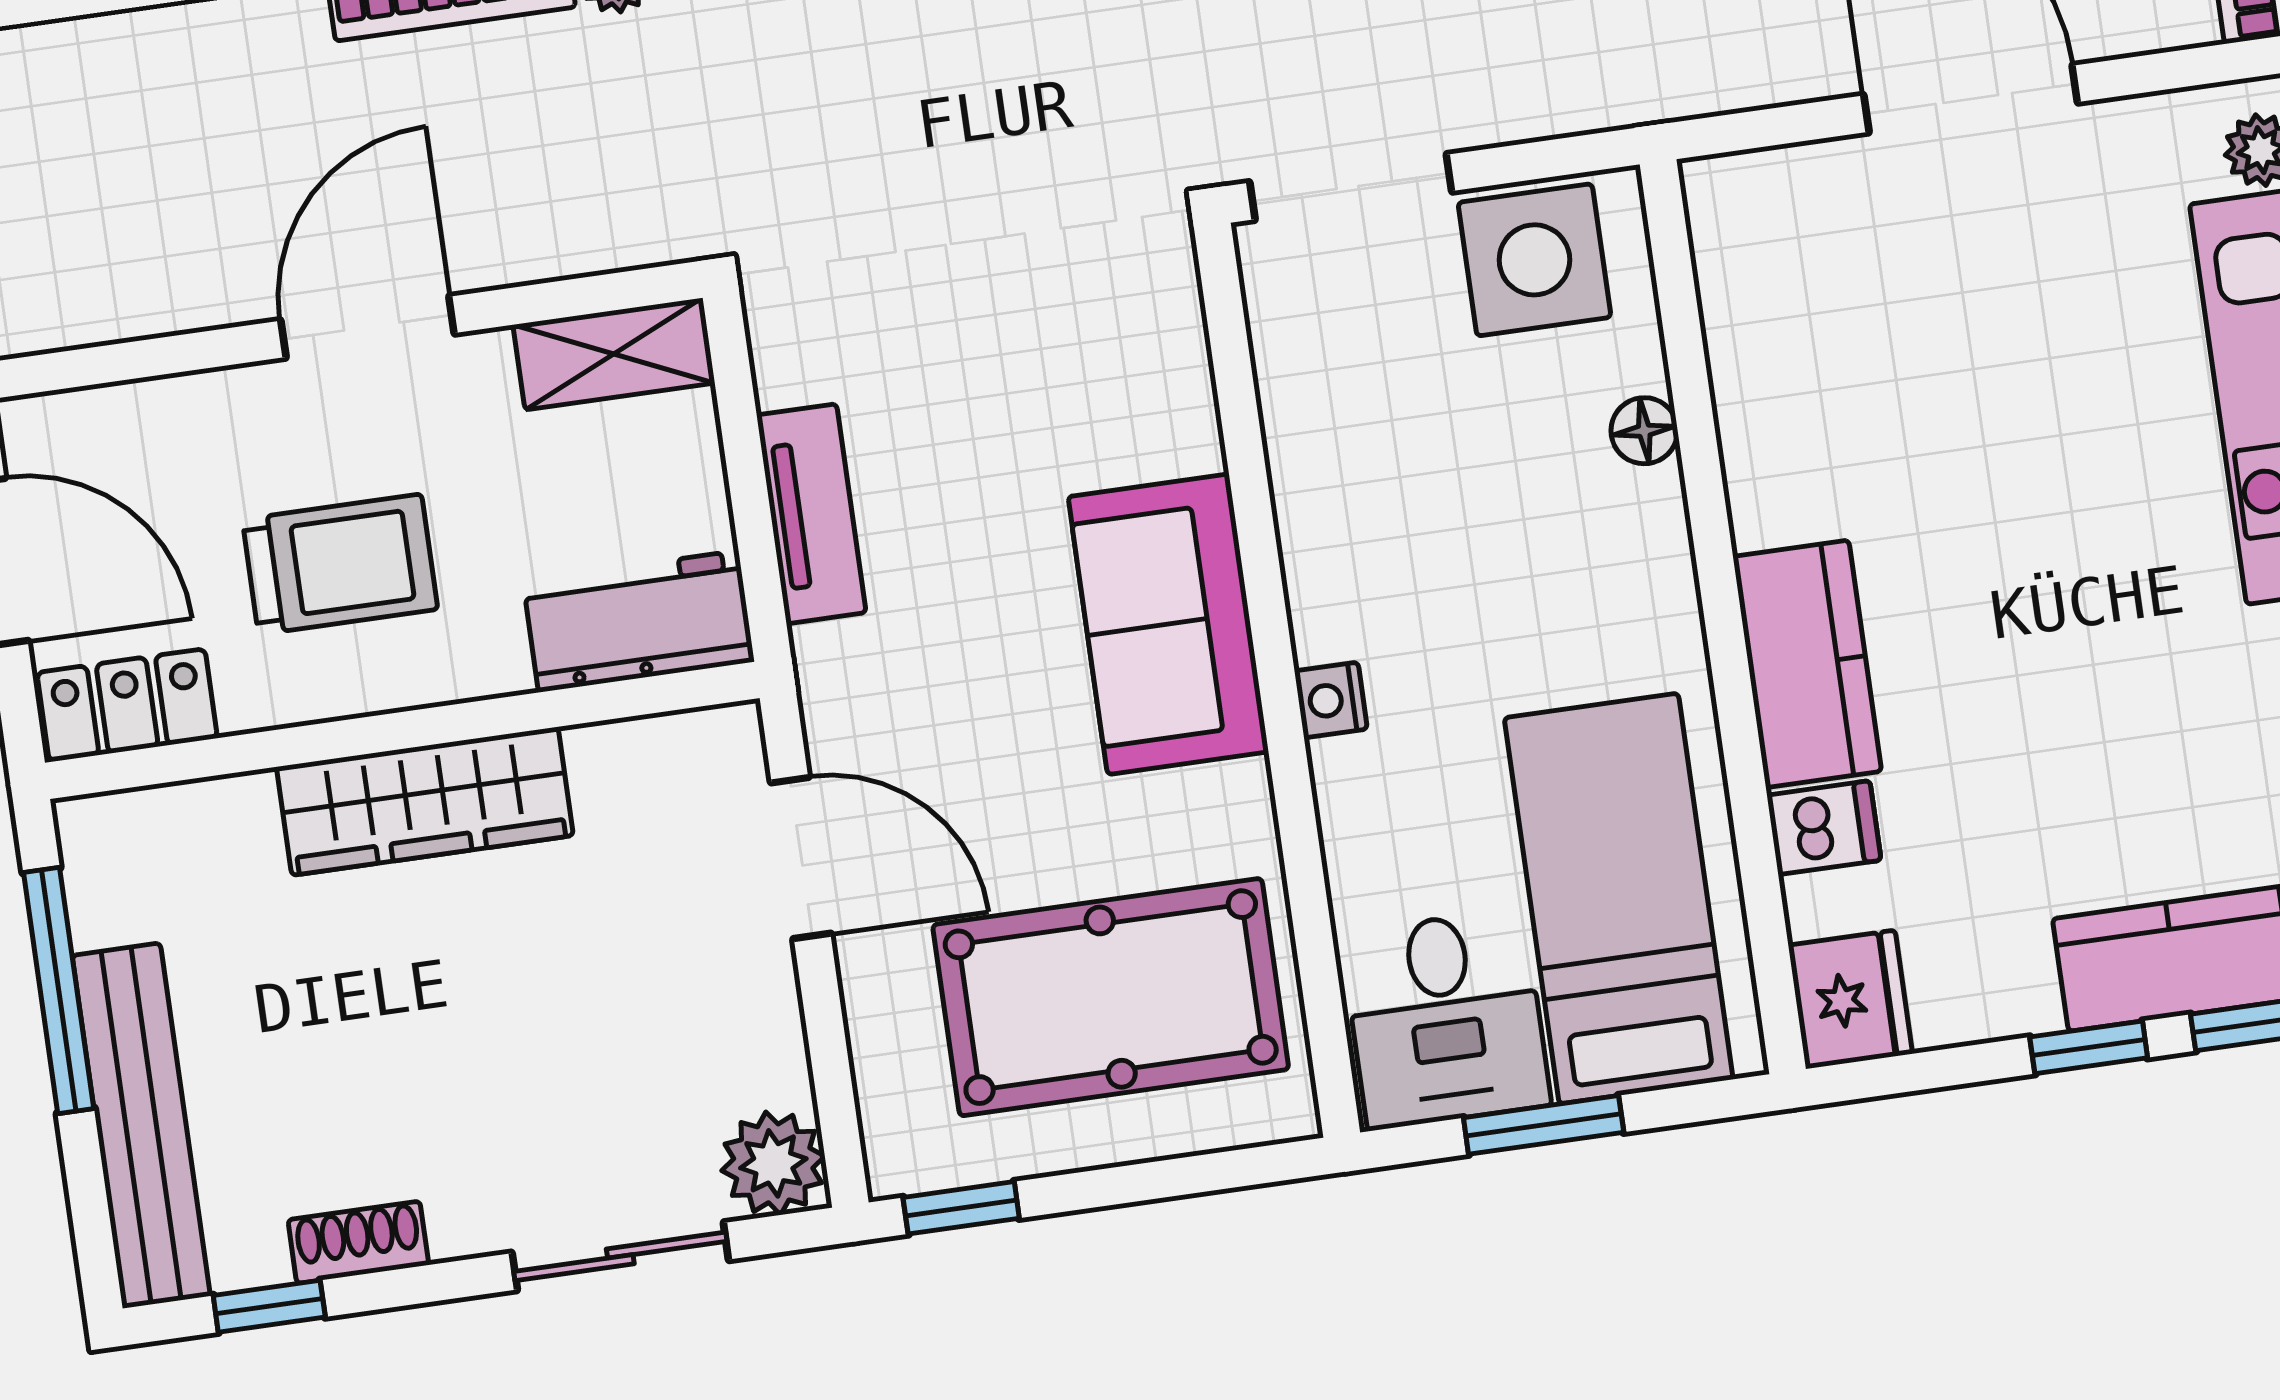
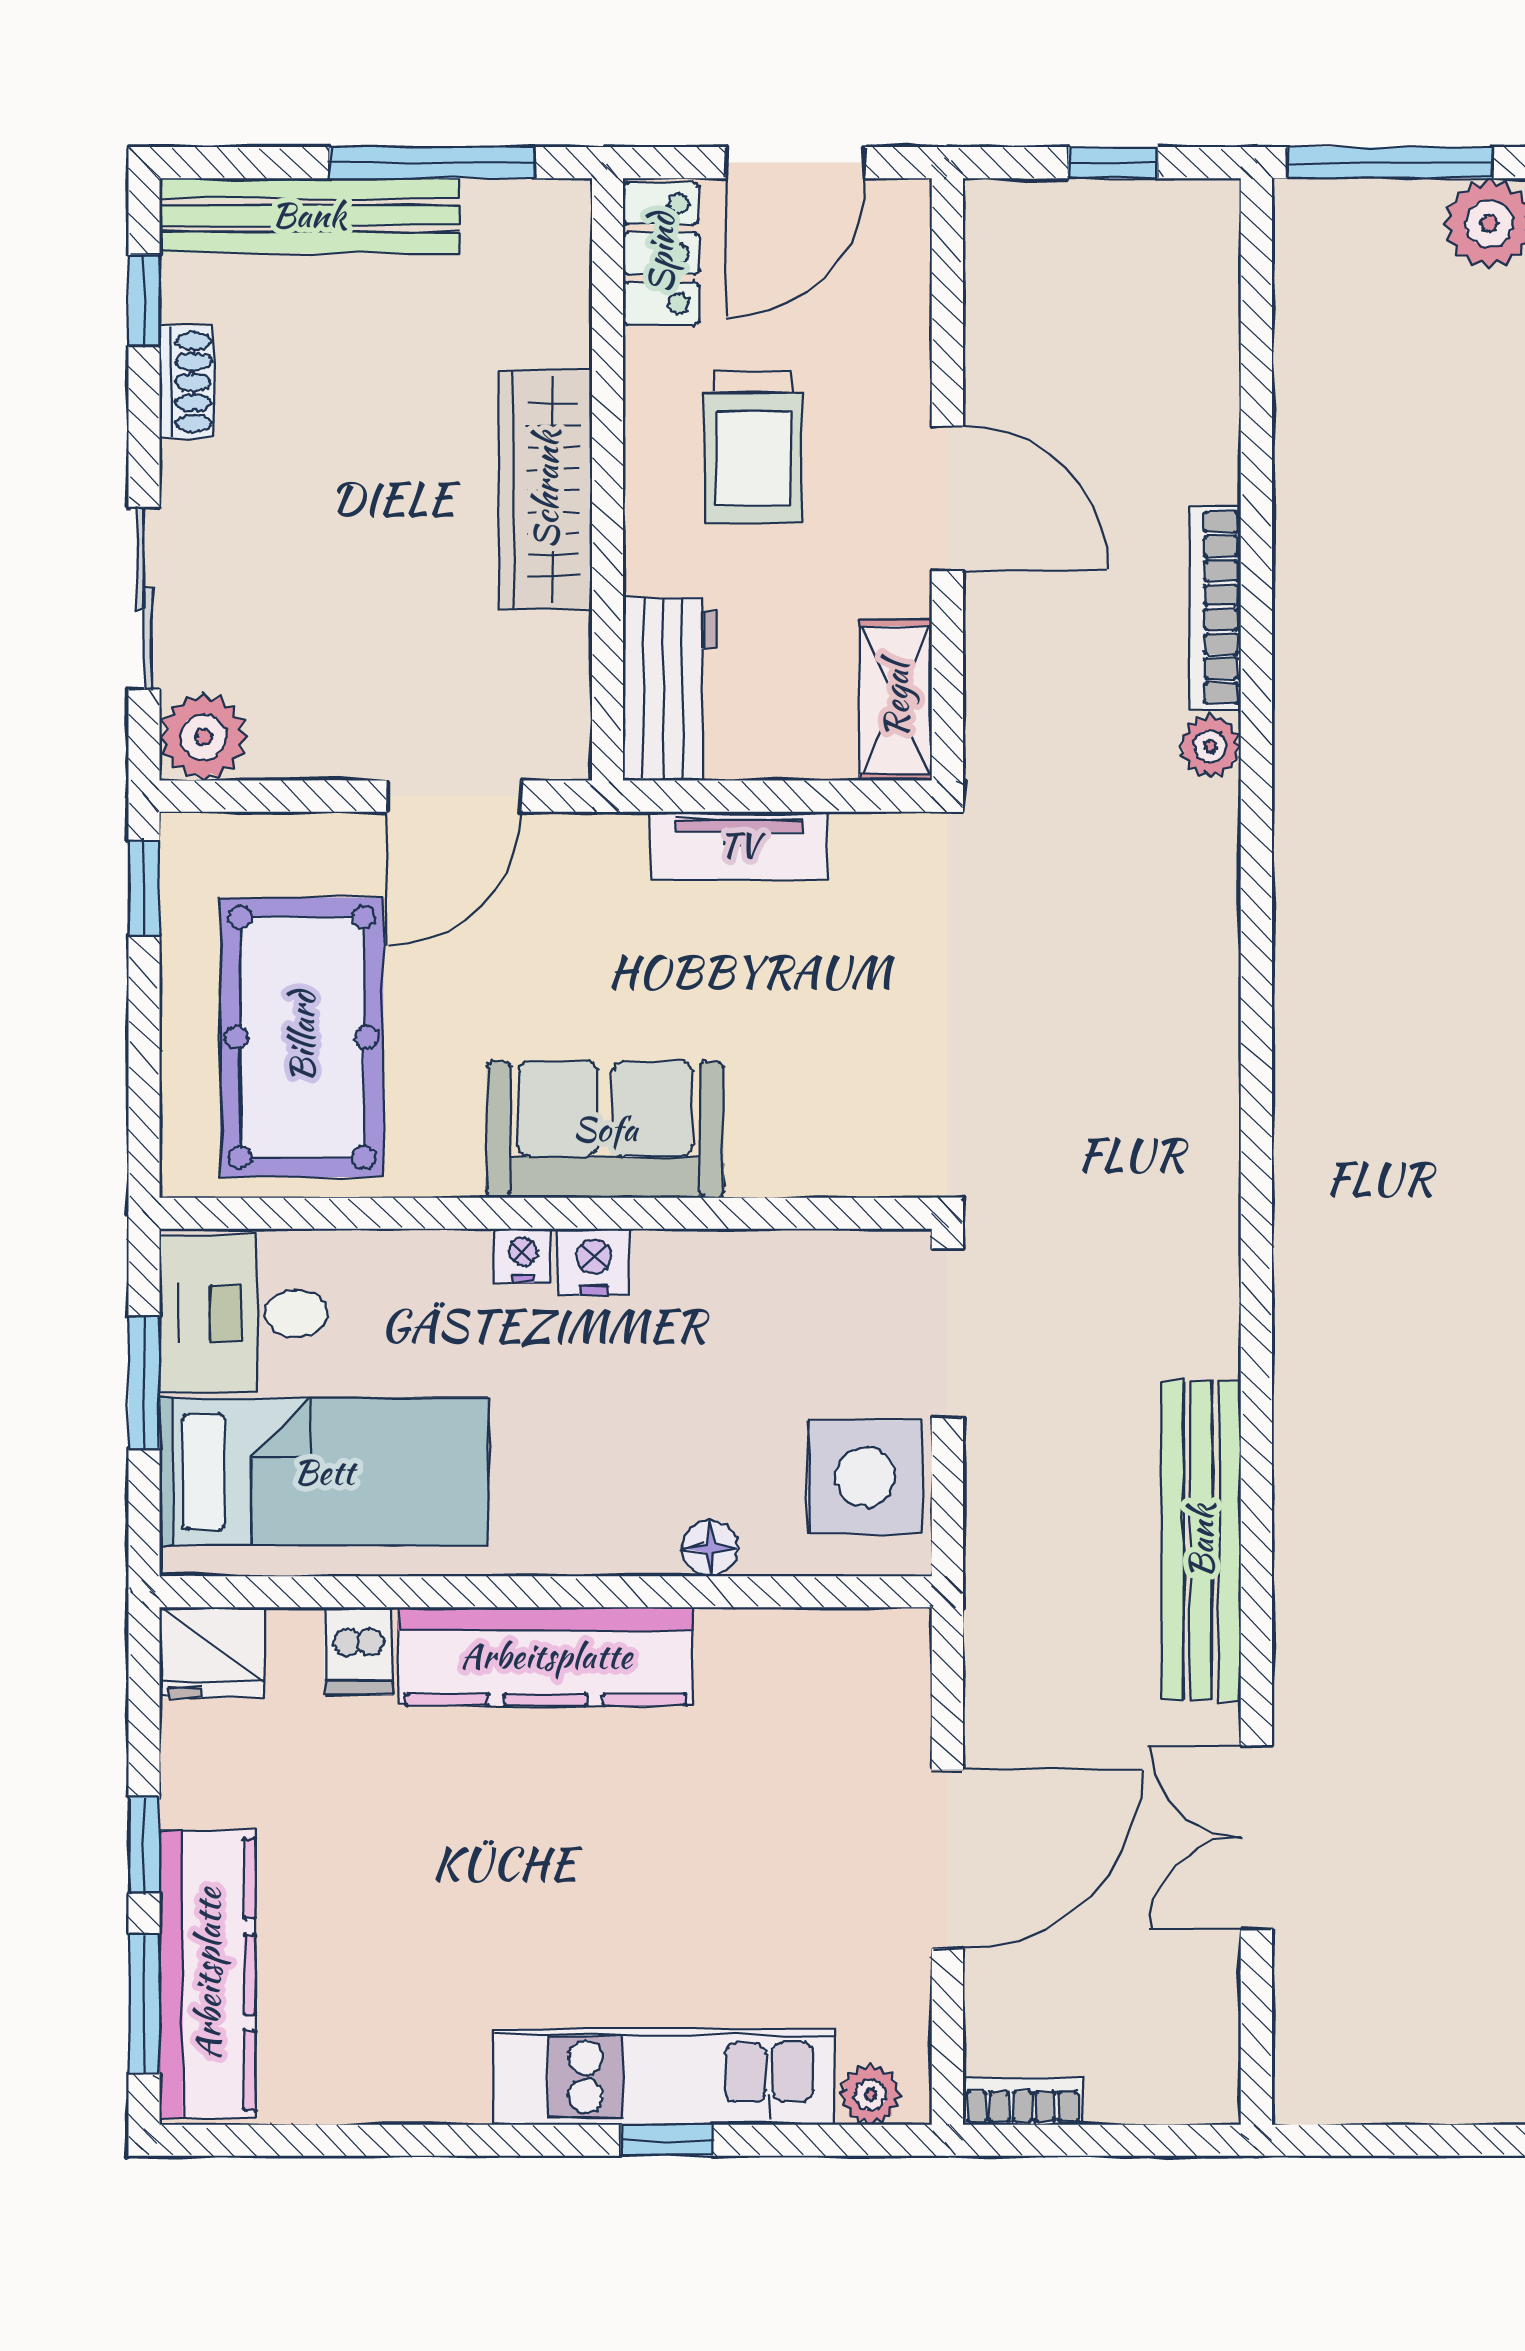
nightstand: (1326, 616) -> (594, 1262), added
kitchen counter: (1807, 664) -> (546, 1656), width x1.50

